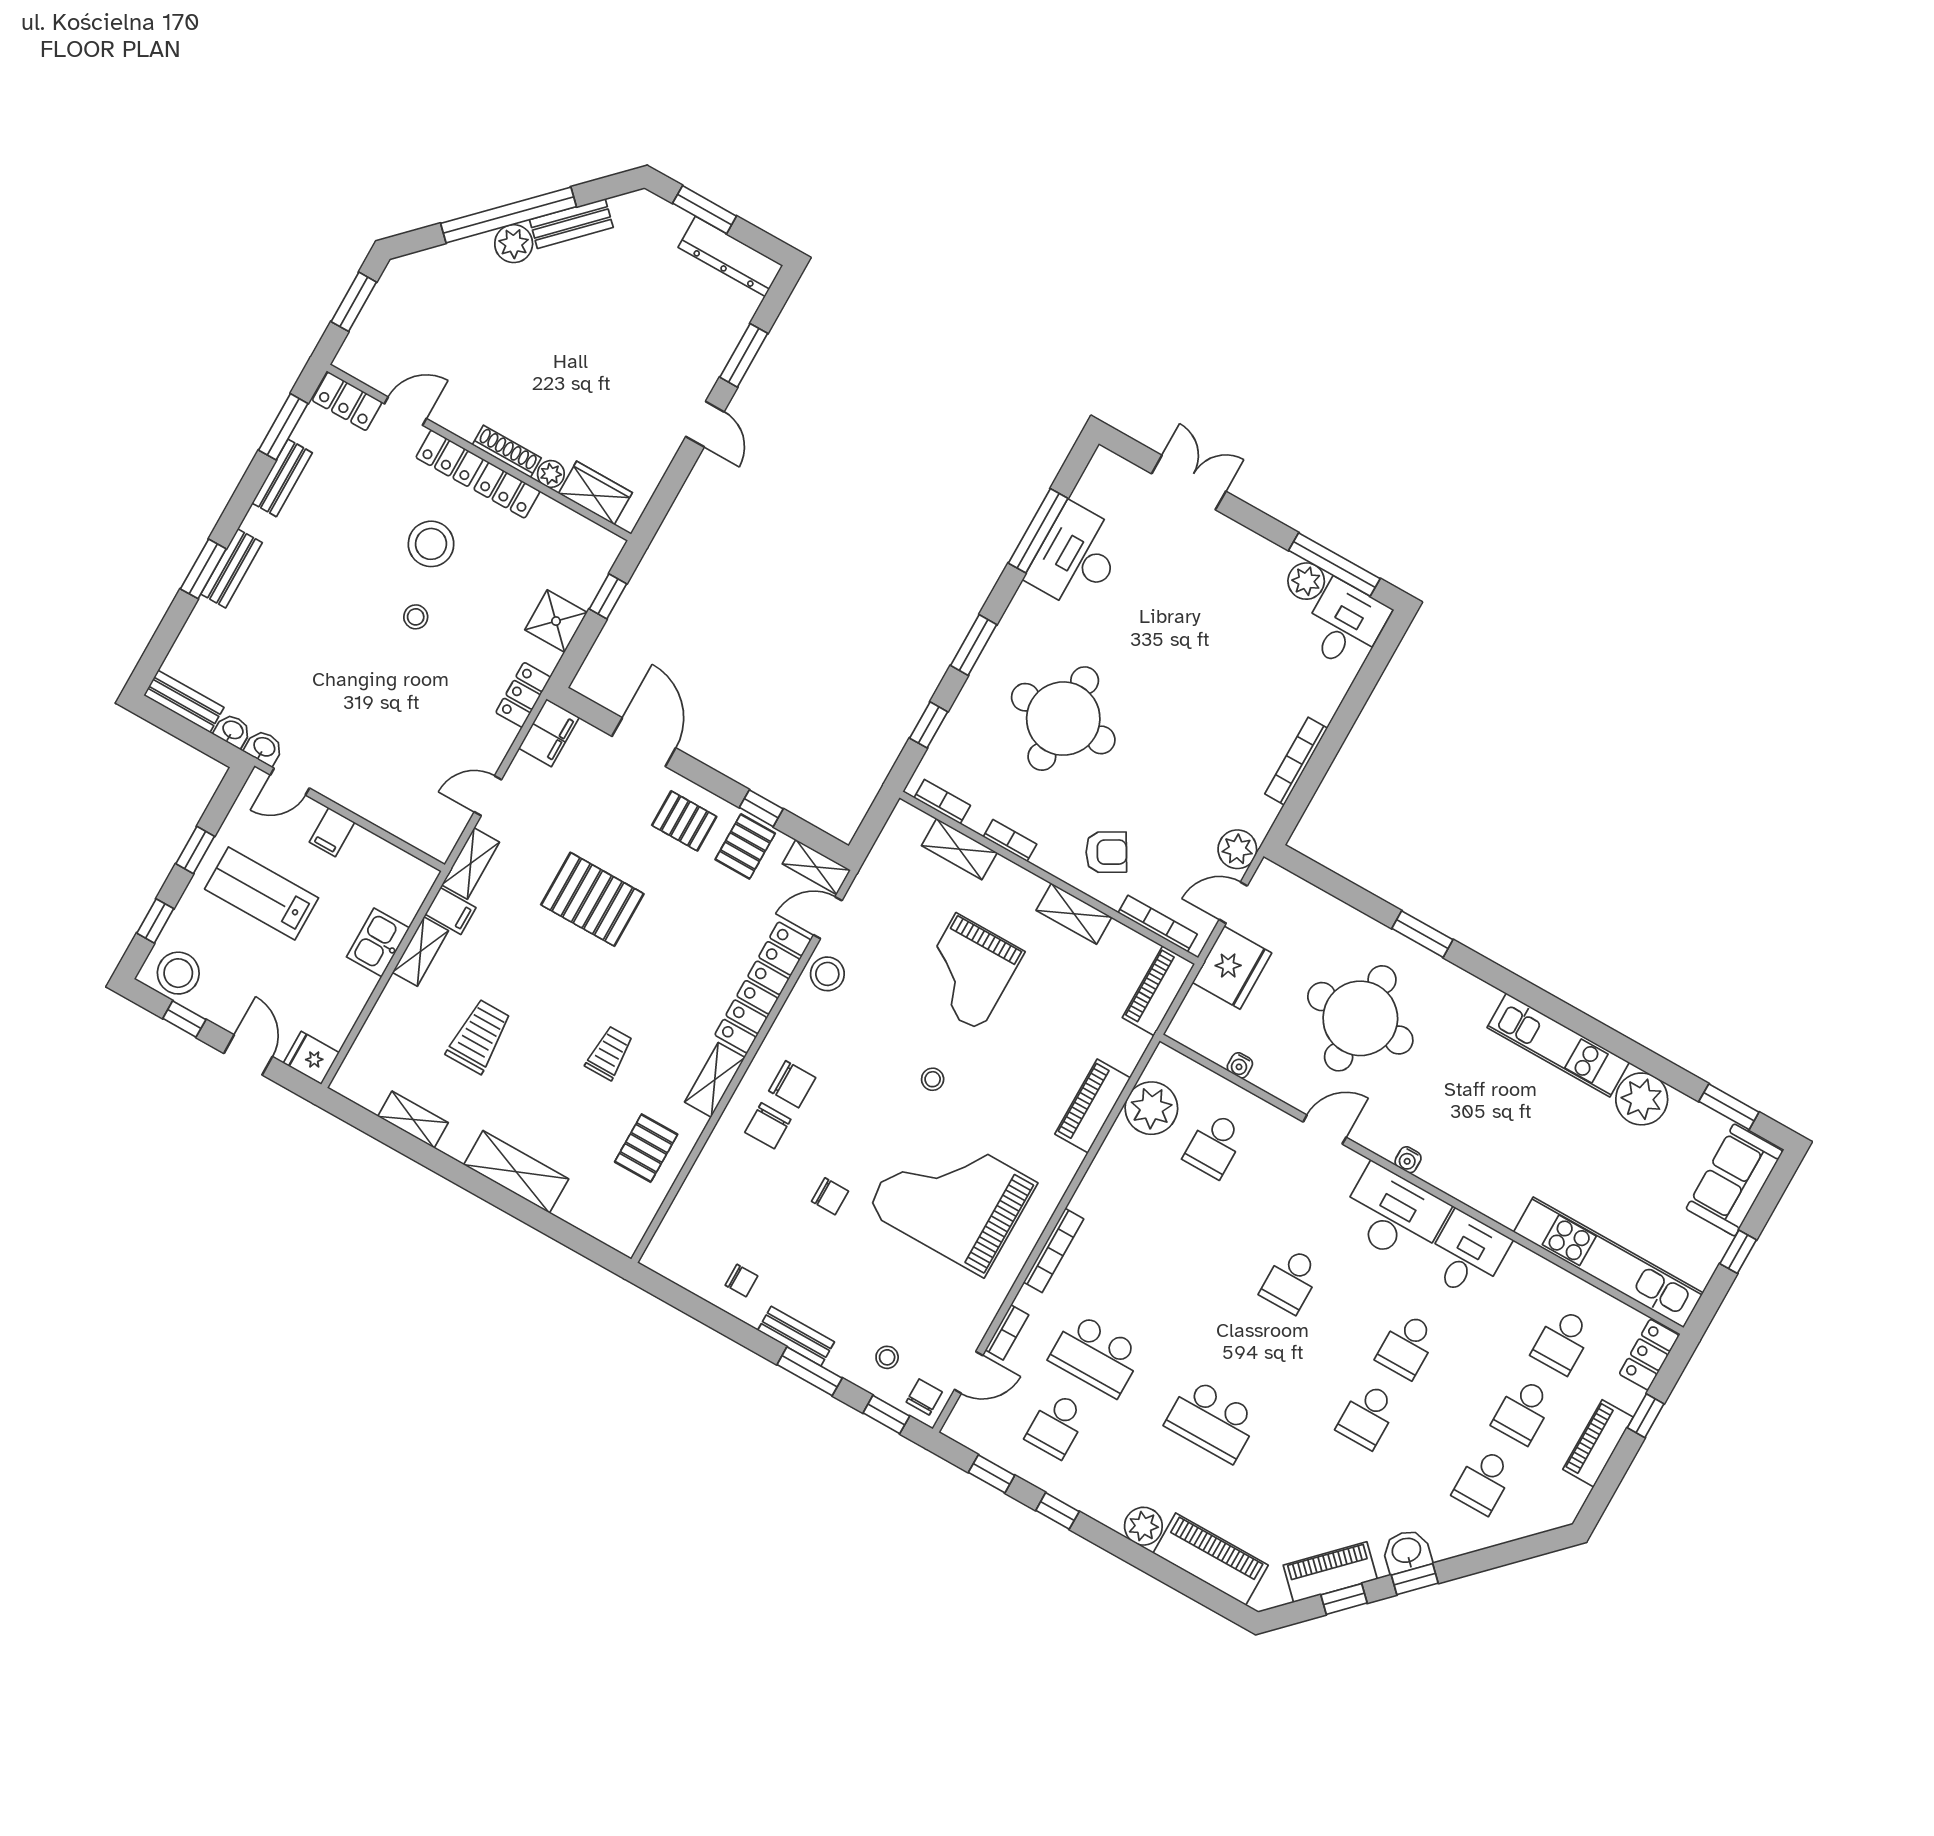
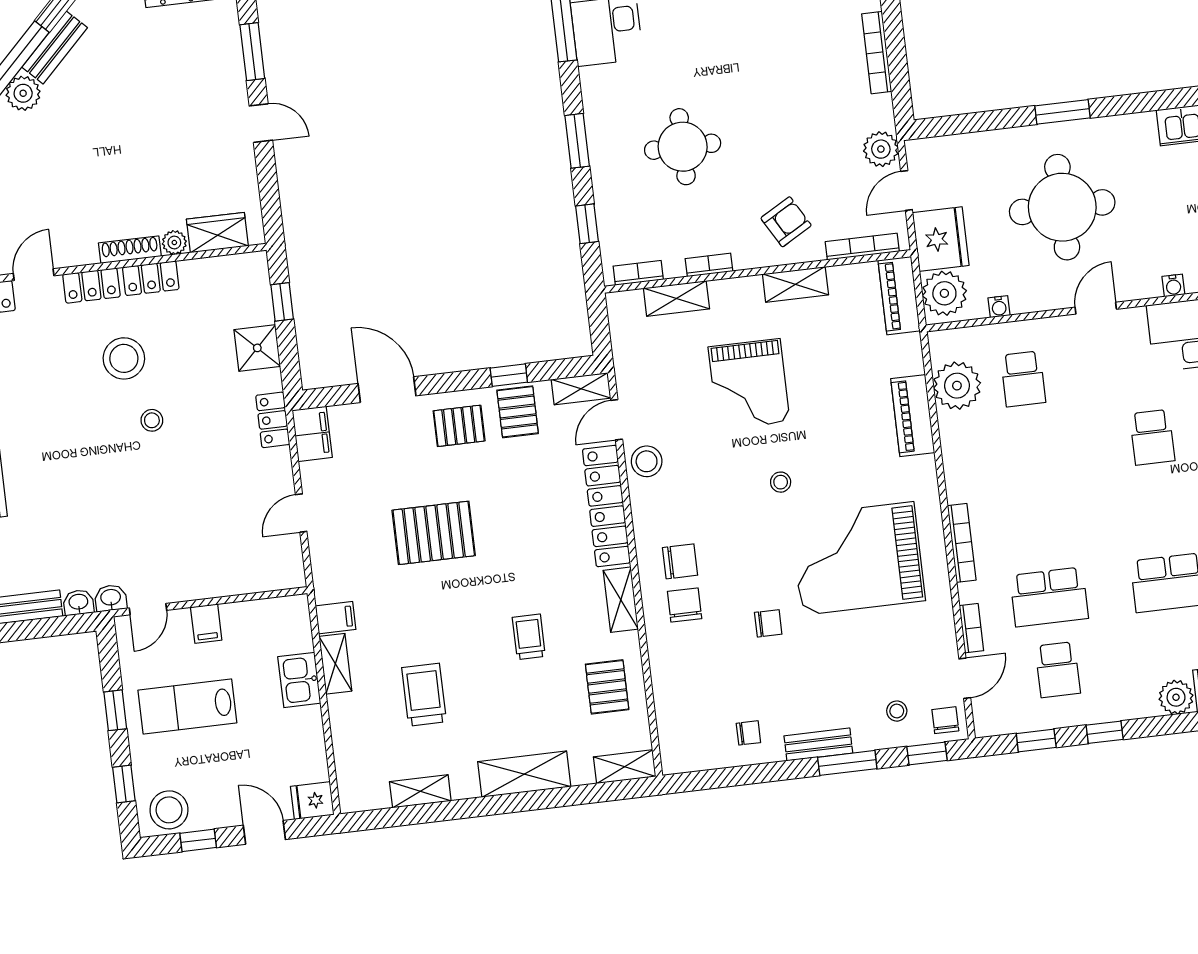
round table: (1063, 719) -> (683, 147), width x0.73, depth x0.73
shelving: (471, 864) -> (625, 767), moved, turned 90
plant: (1200, 1018) -> (944, 293), added
chair: (768, 1126) -> (685, 605), turned 180

